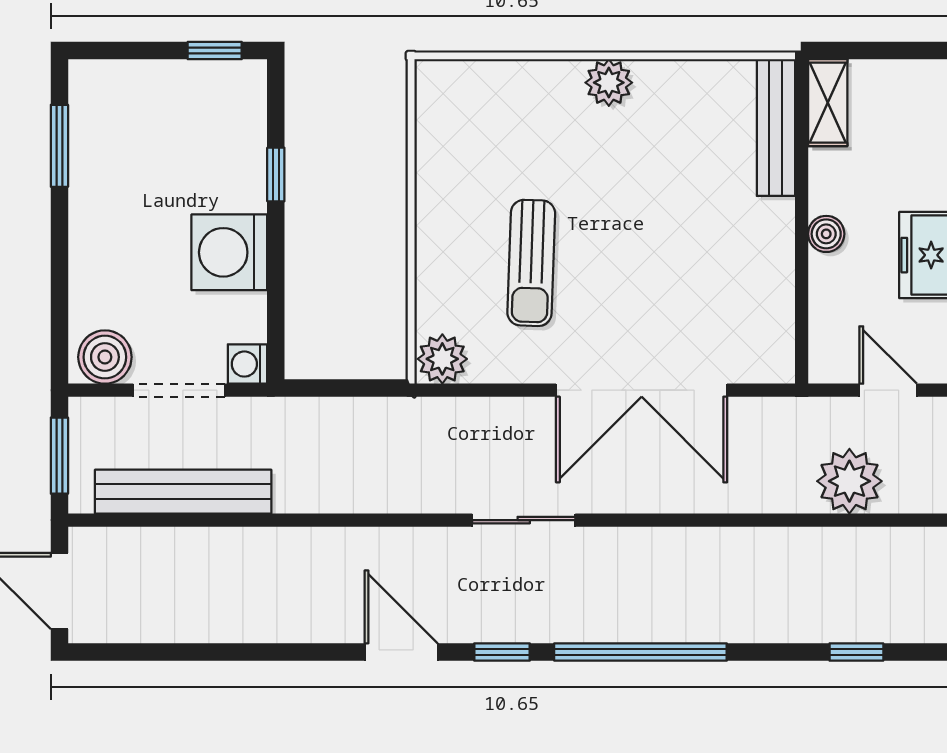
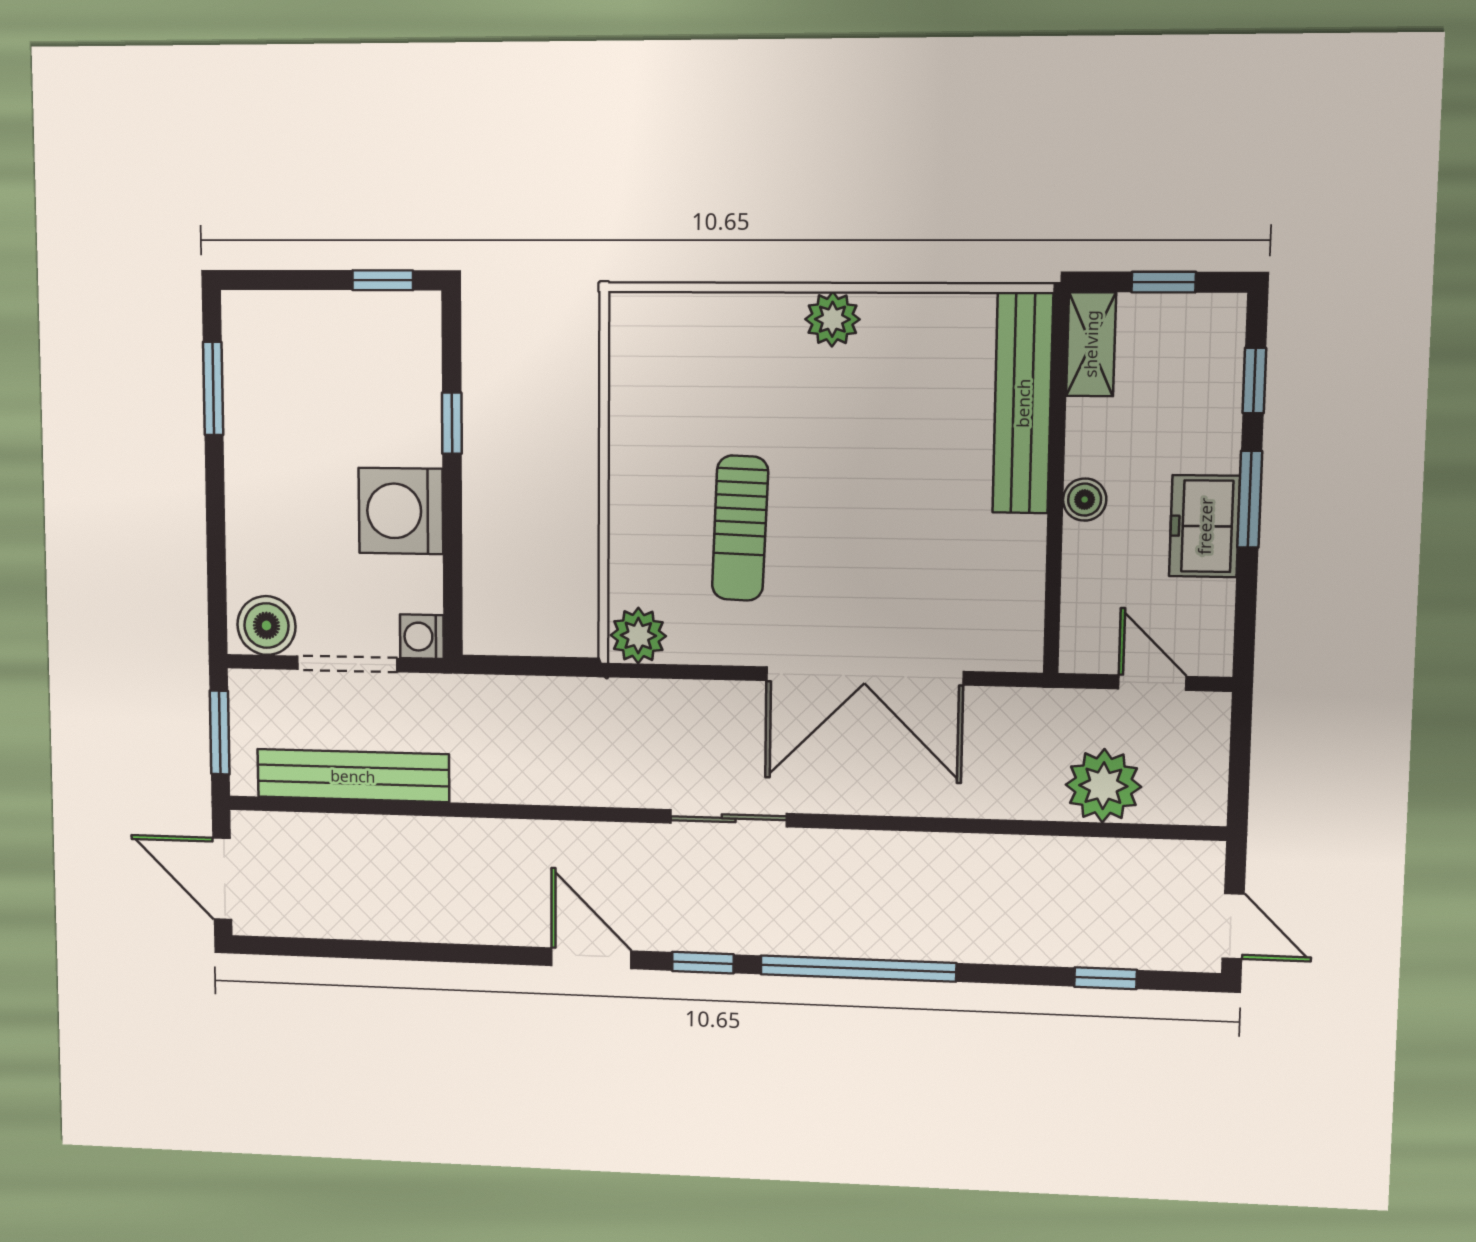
window: (886, 50) -> (1164, 282), added
bench: (776, 128) -> (1023, 403), width x1.37, depth x1.21

